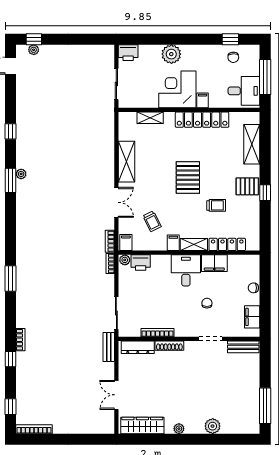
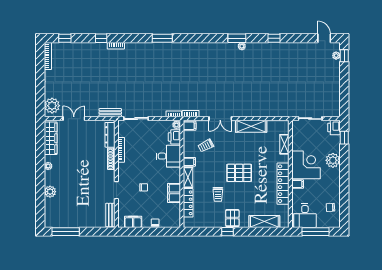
window: (230, 39) -> (344, 138), moved
desk: (186, 270) -> (168, 156), moved
plant: (99, 424) -> (52, 106), added

